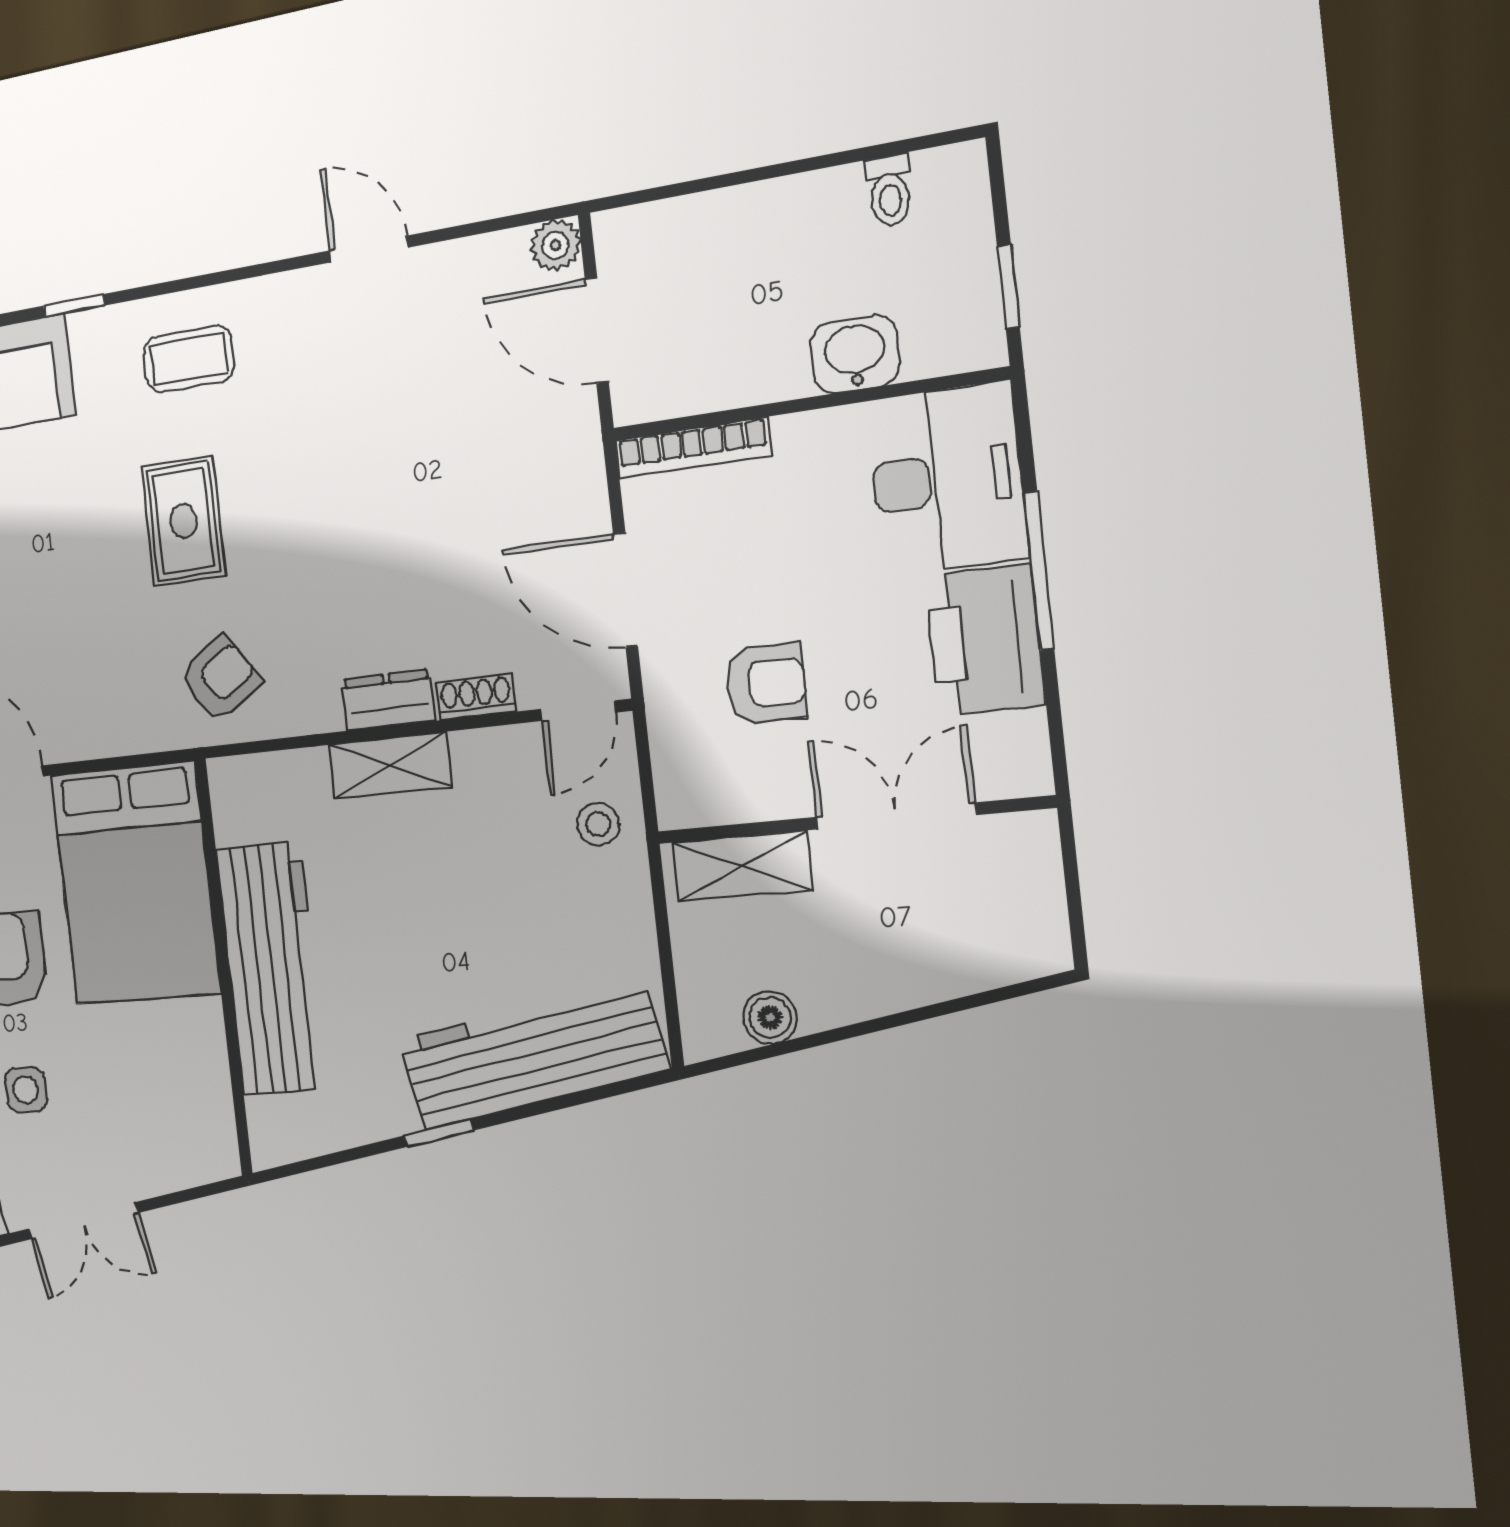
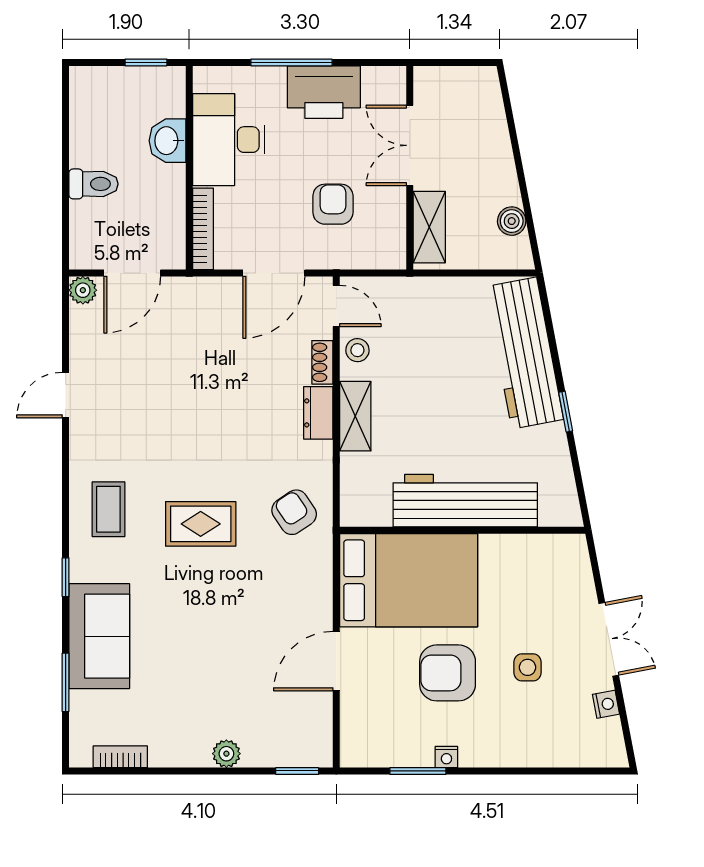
toilet: (889, 191) -> (94, 184), moved, width x1.37, depth x1.39
desk: (947, 479) -> (229, 140), moved, turned -90
stool: (598, 824) -> (357, 350), moved

